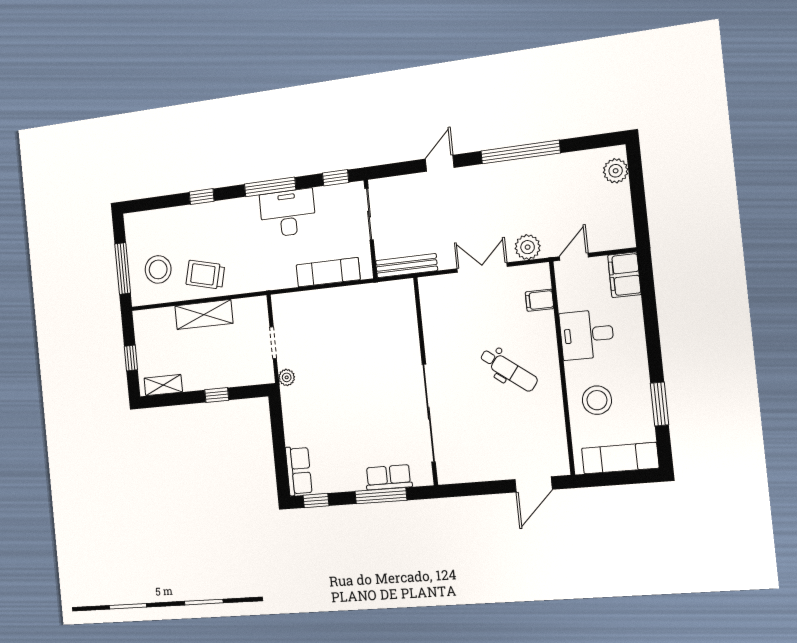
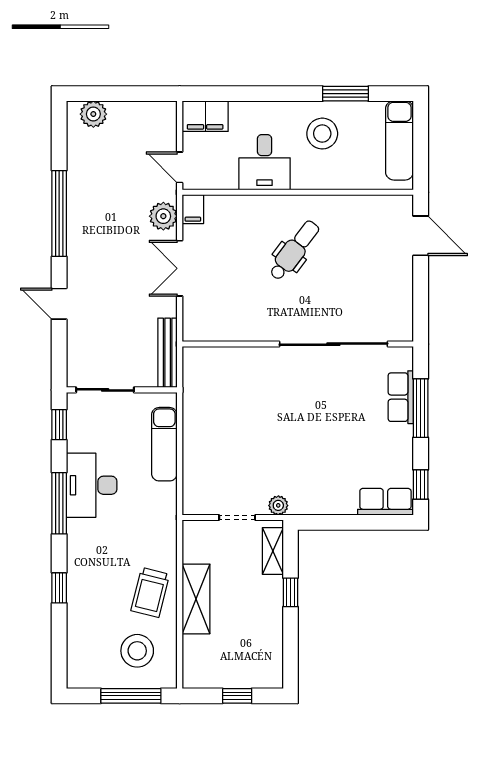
filing cabinet: (539, 300) -> (193, 209), moved
shelving: (163, 385) -> (273, 551), moved
stool: (597, 400) -> (322, 134), moved

